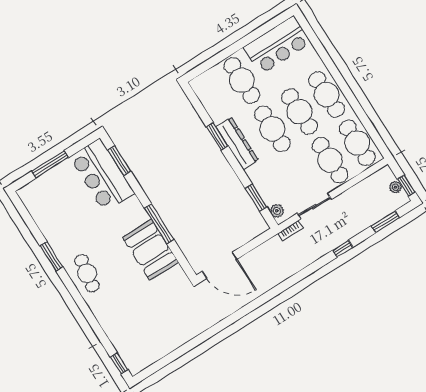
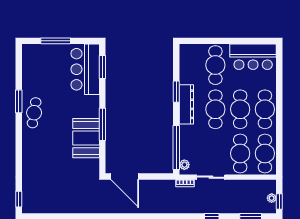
window: (256, 198) -> (176, 147), width x2.11
cafe table: (87, 273) -> (34, 113), moved

